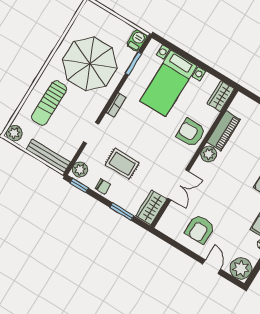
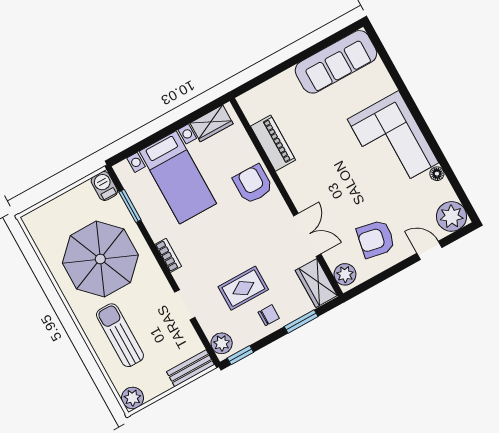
wardrobe: (221, 96) -> (212, 123), moved, turned -90
sun lounger: (49, 103) -> (120, 335), turned 180
armchair: (191, 133) -> (253, 184), turned 90
plant: (209, 154) -> (345, 274), moved
bench: (48, 156) -> (190, 368), width x0.73
chair: (103, 186) -> (269, 315), moved
armchair: (200, 229) -> (376, 239), turned 101

